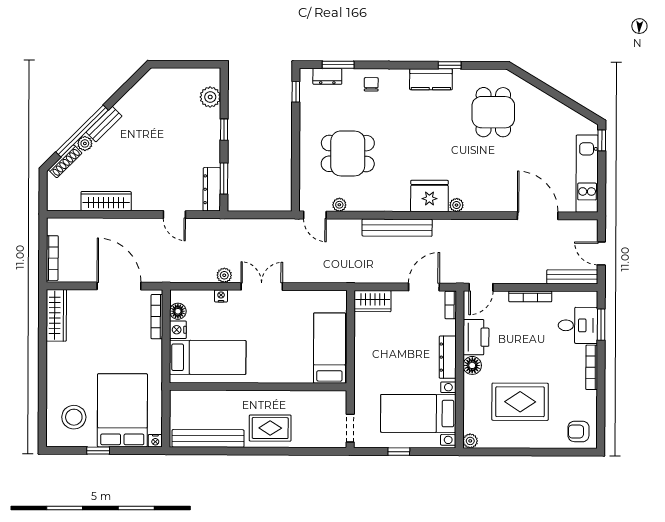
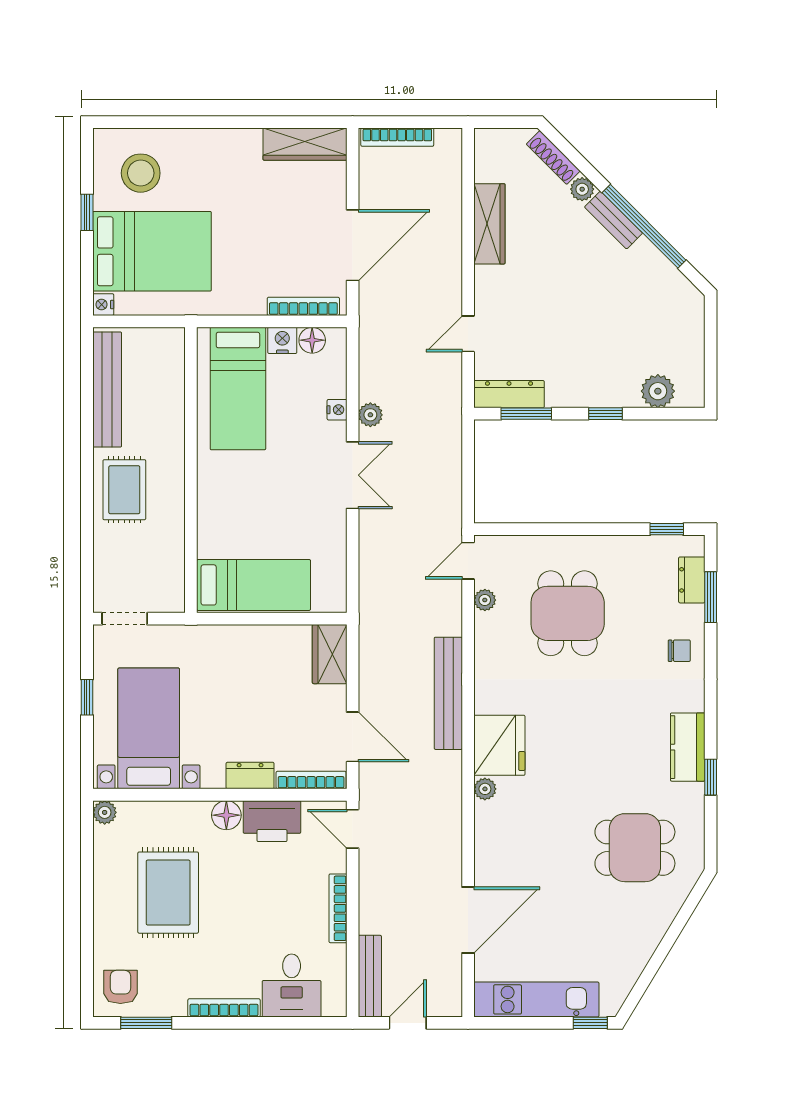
window: (82, 131) -> (644, 226), moved
bookcase: (451, 305) -> (311, 780), width x1.56
window: (601, 325) -> (146, 1023), moved
dresser: (448, 357) -> (250, 776), width x0.70

